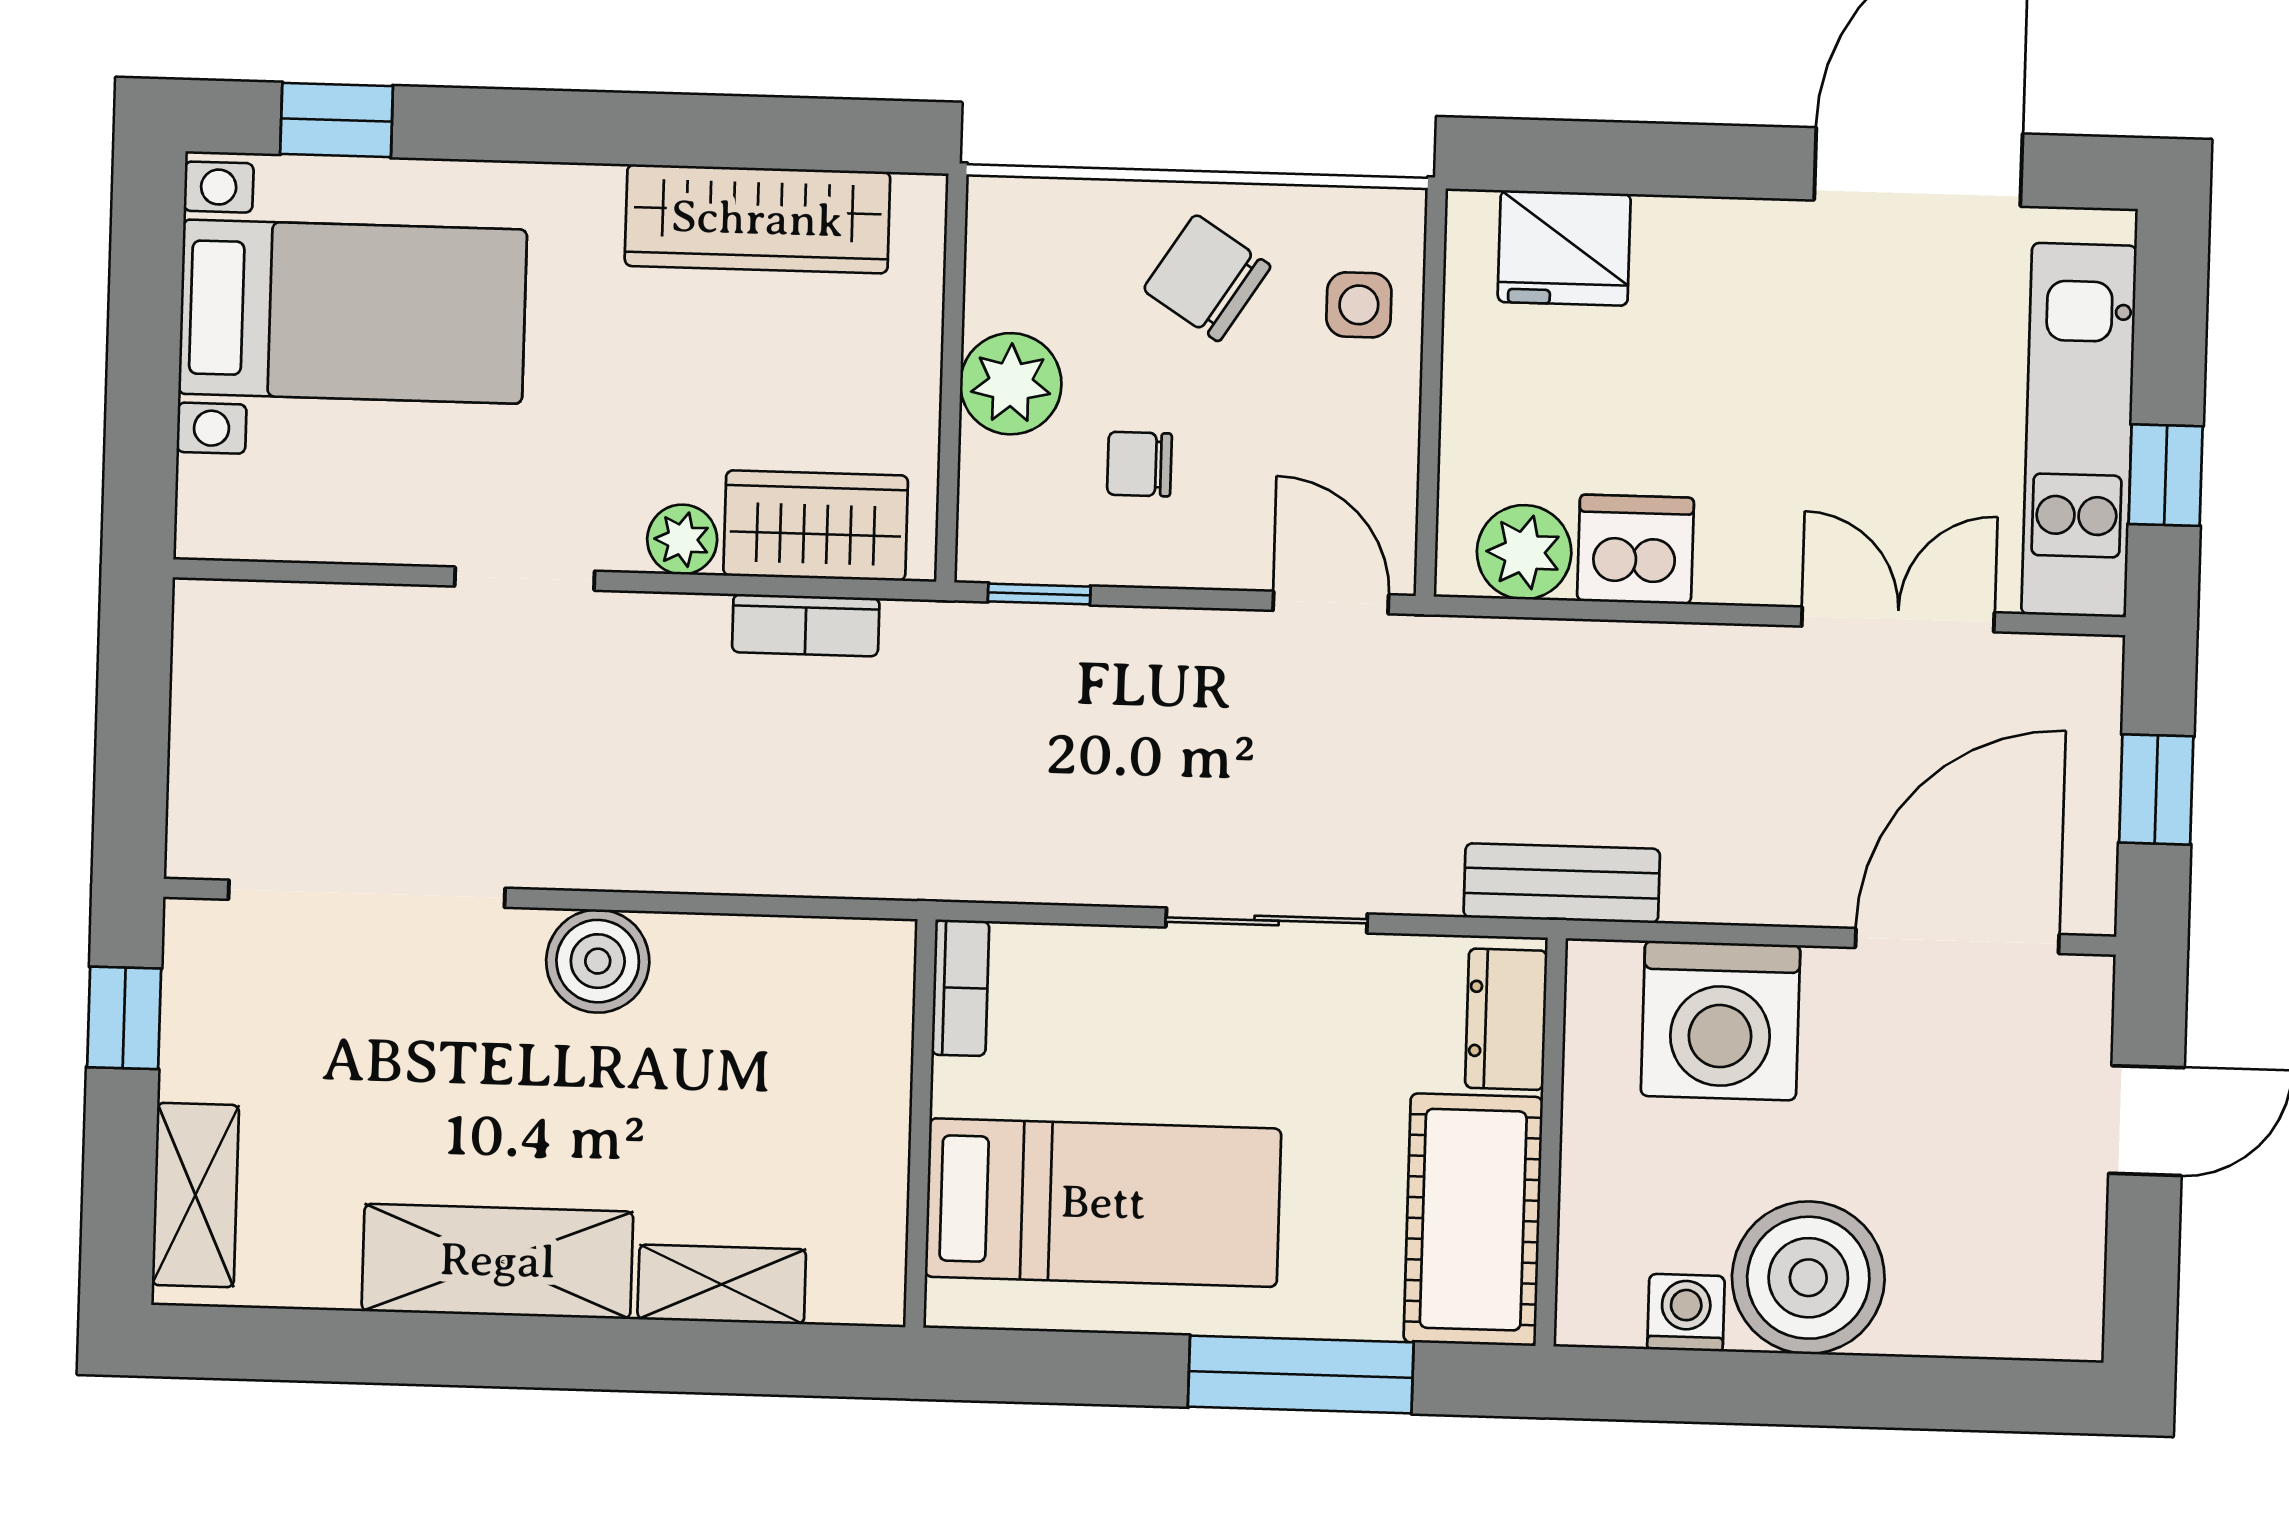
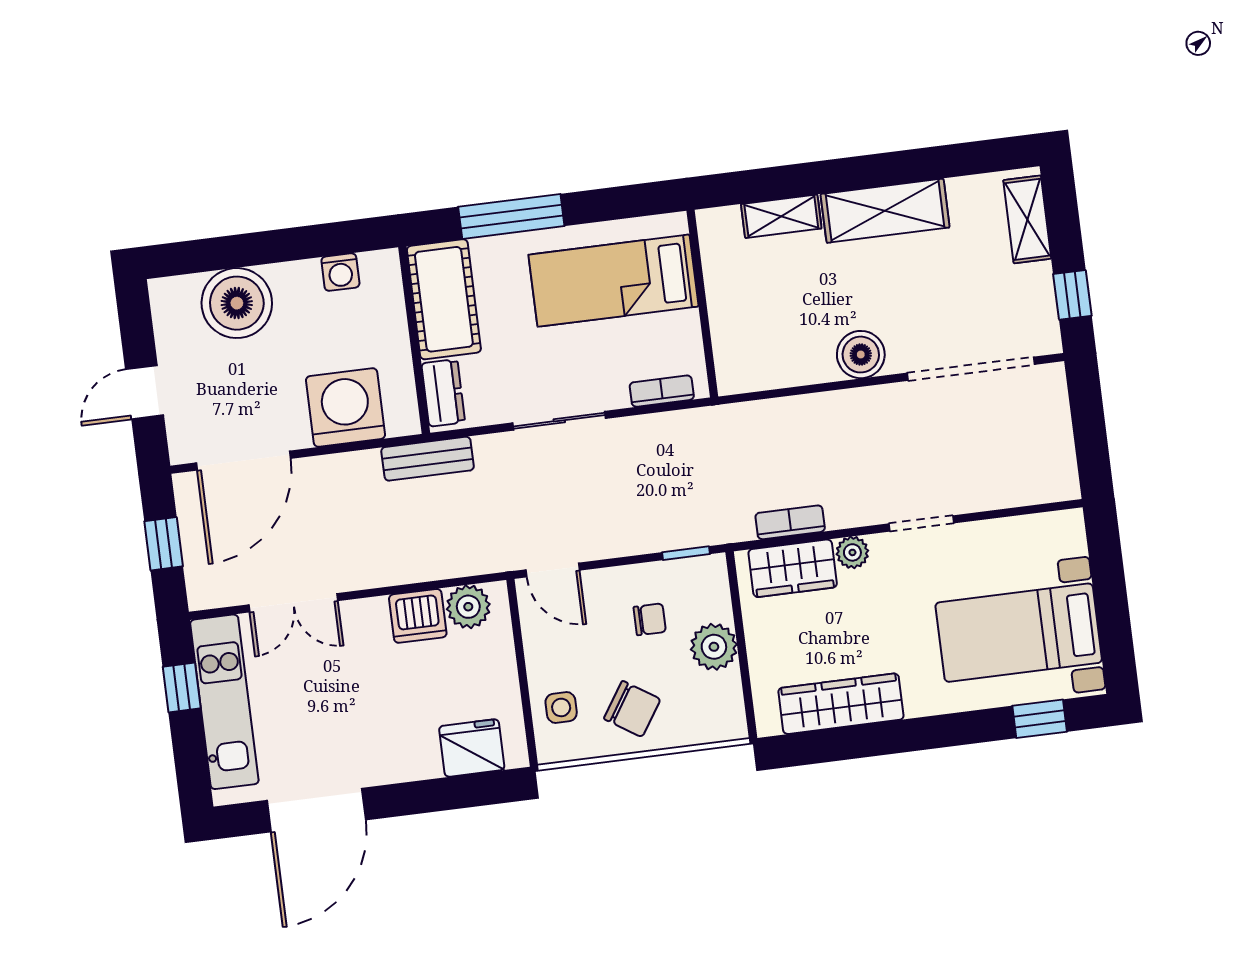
bookcase: (960, 988) -> (662, 391), moved, turned 90
boiler: (1808, 1278) -> (237, 303), moved

